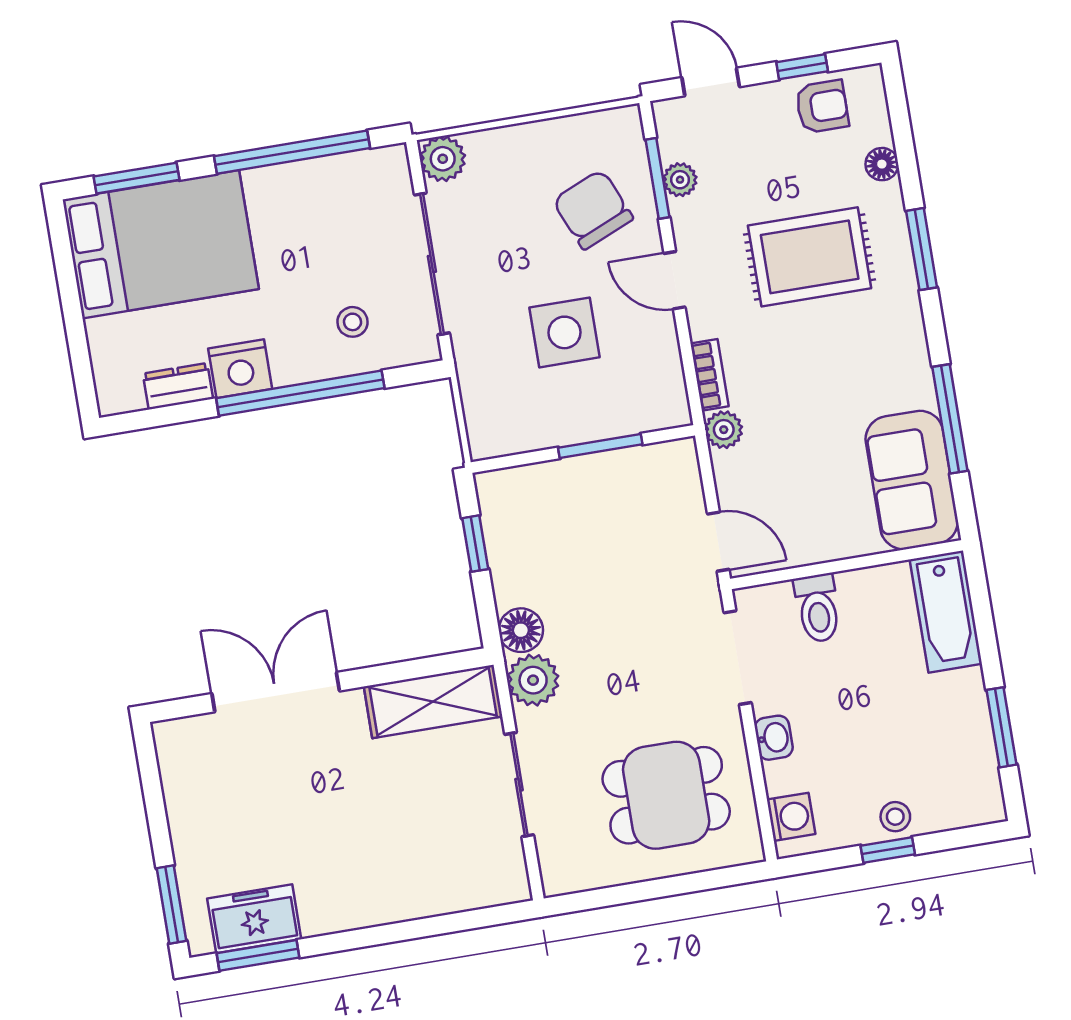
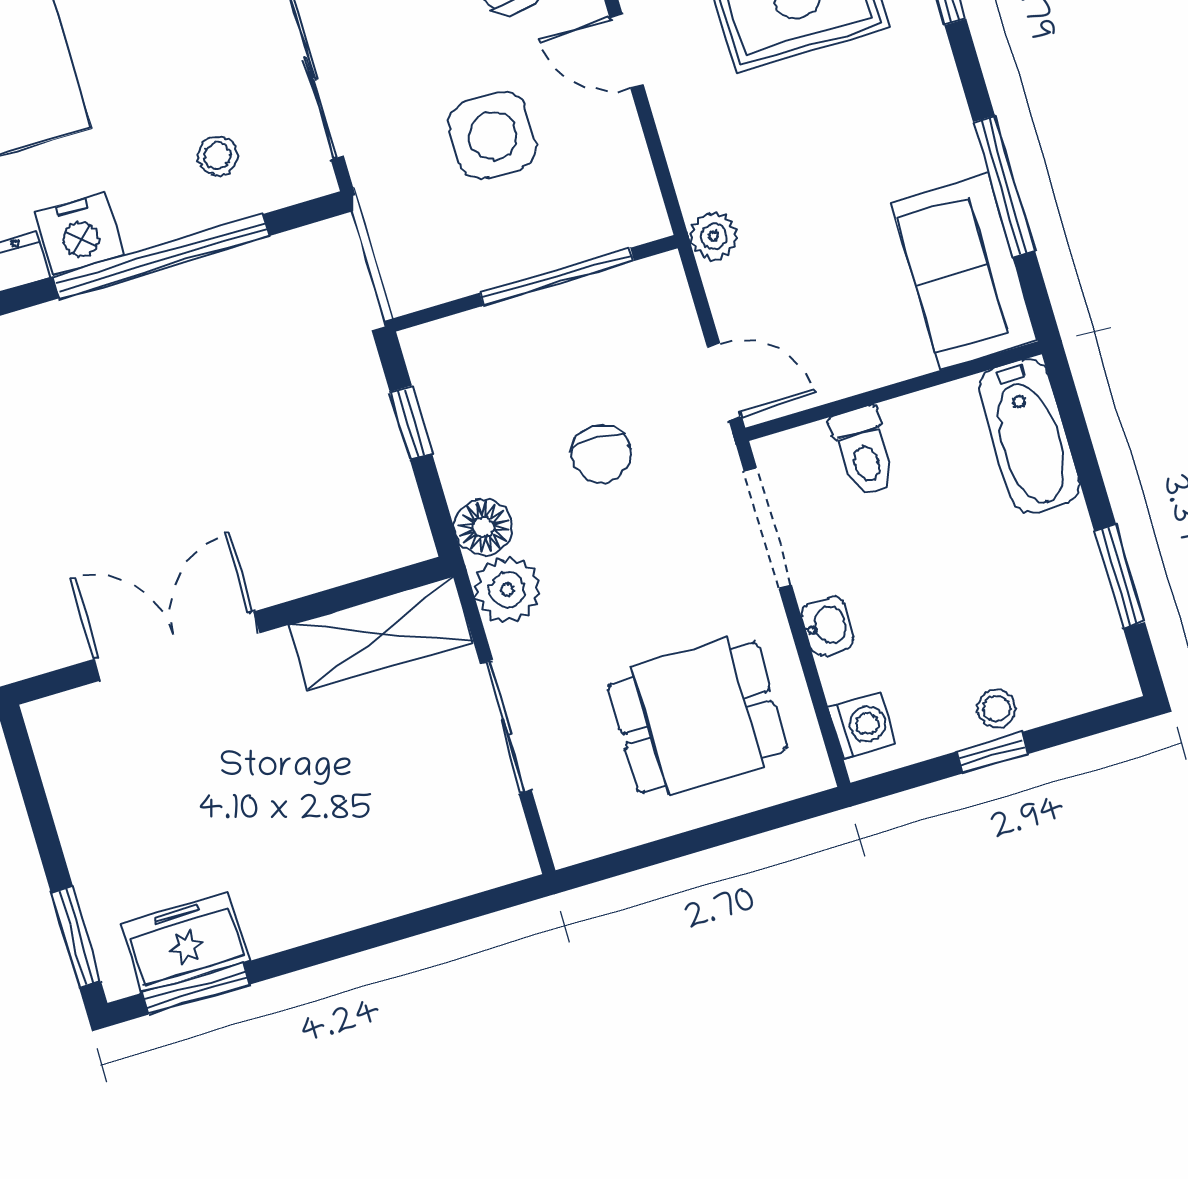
bookcase: (710, 375) -> (687, 168), removed
window: (600, 446) -> (557, 277), width x1.44
chair: (617, 585) -> (601, 454), added

